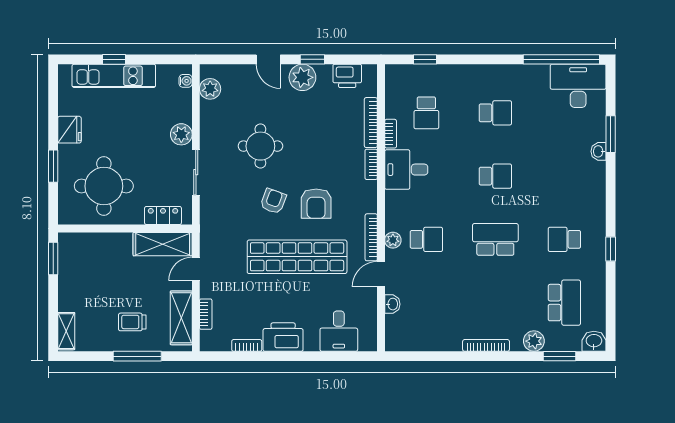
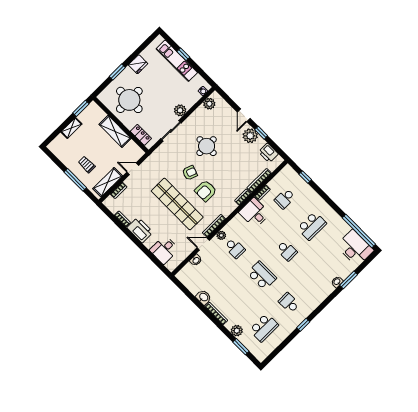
school desk: (495, 113) -> (312, 226), width x1.85
shelving: (163, 244) -> (115, 131), moved
shelving: (66, 331) -> (71, 128), moved
washbasin: (594, 341) -> (204, 297), moved

